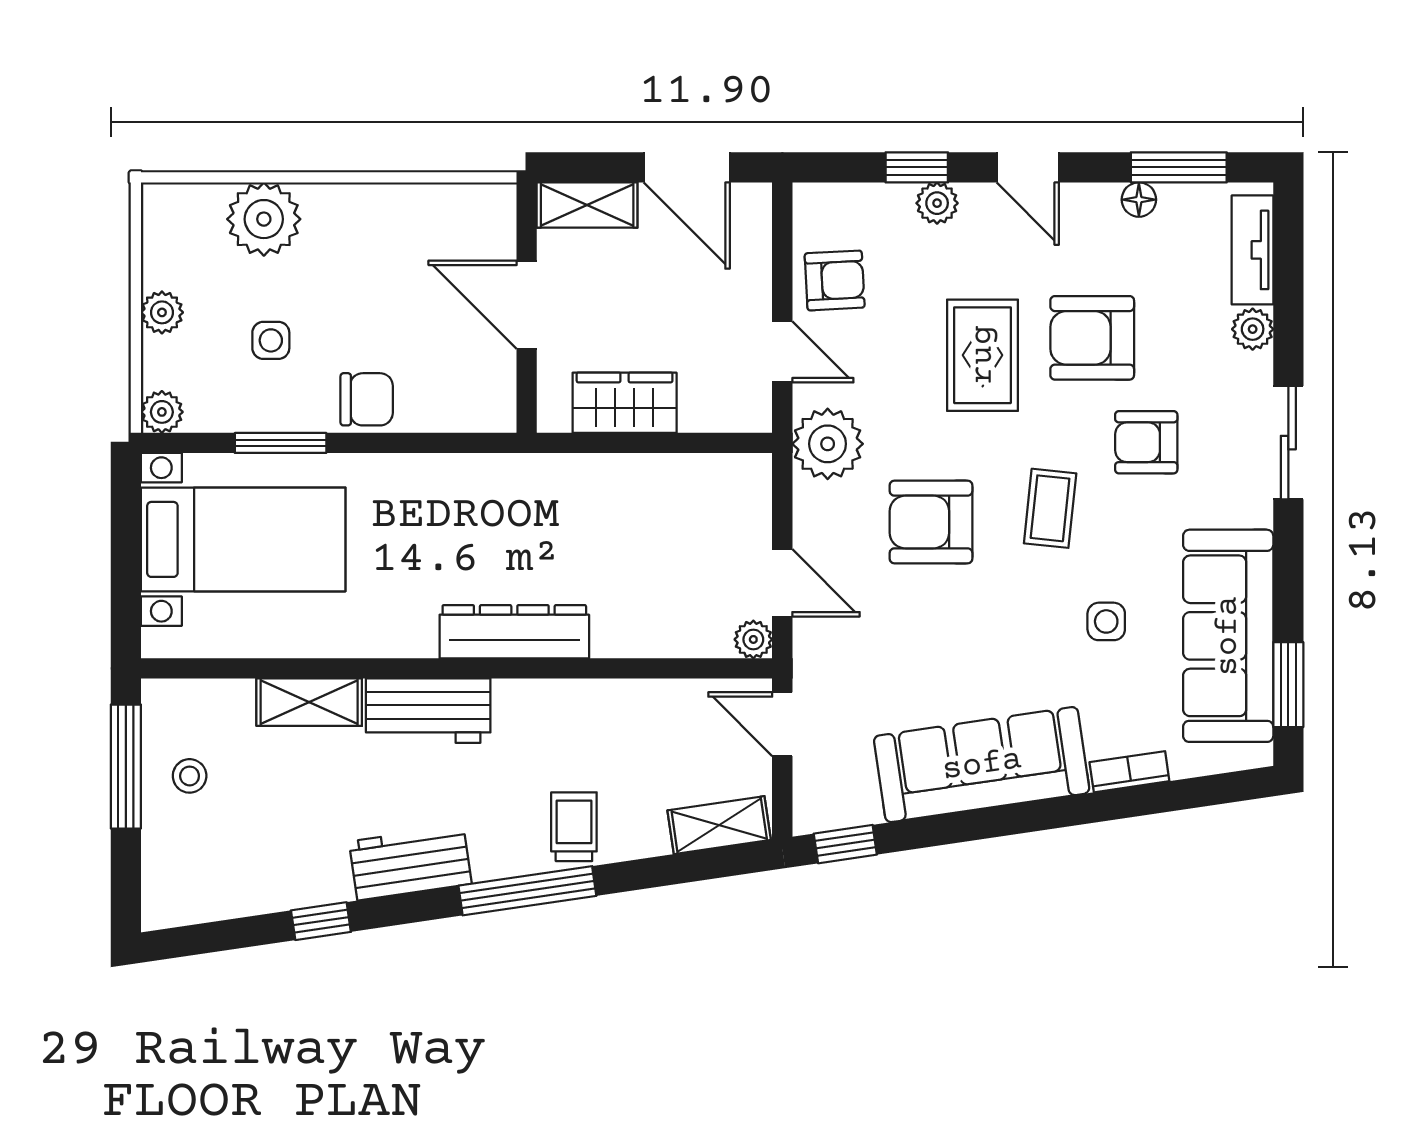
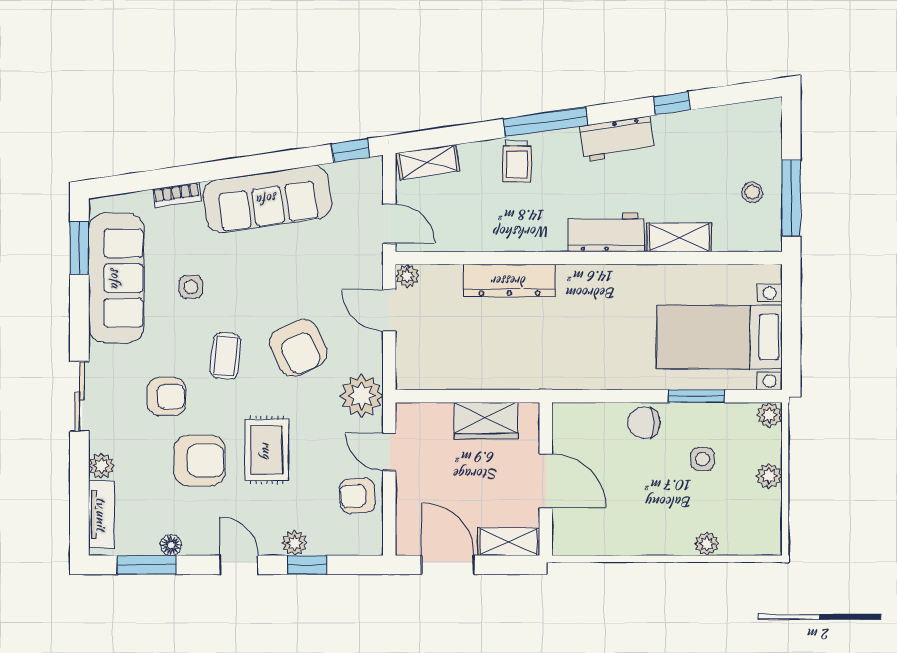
plant: (264, 219) -> (707, 544), width x0.53, depth x0.53
armchair: (931, 522) -> (298, 348), turned 65
dresser: (514, 632) -> (509, 281), moved

